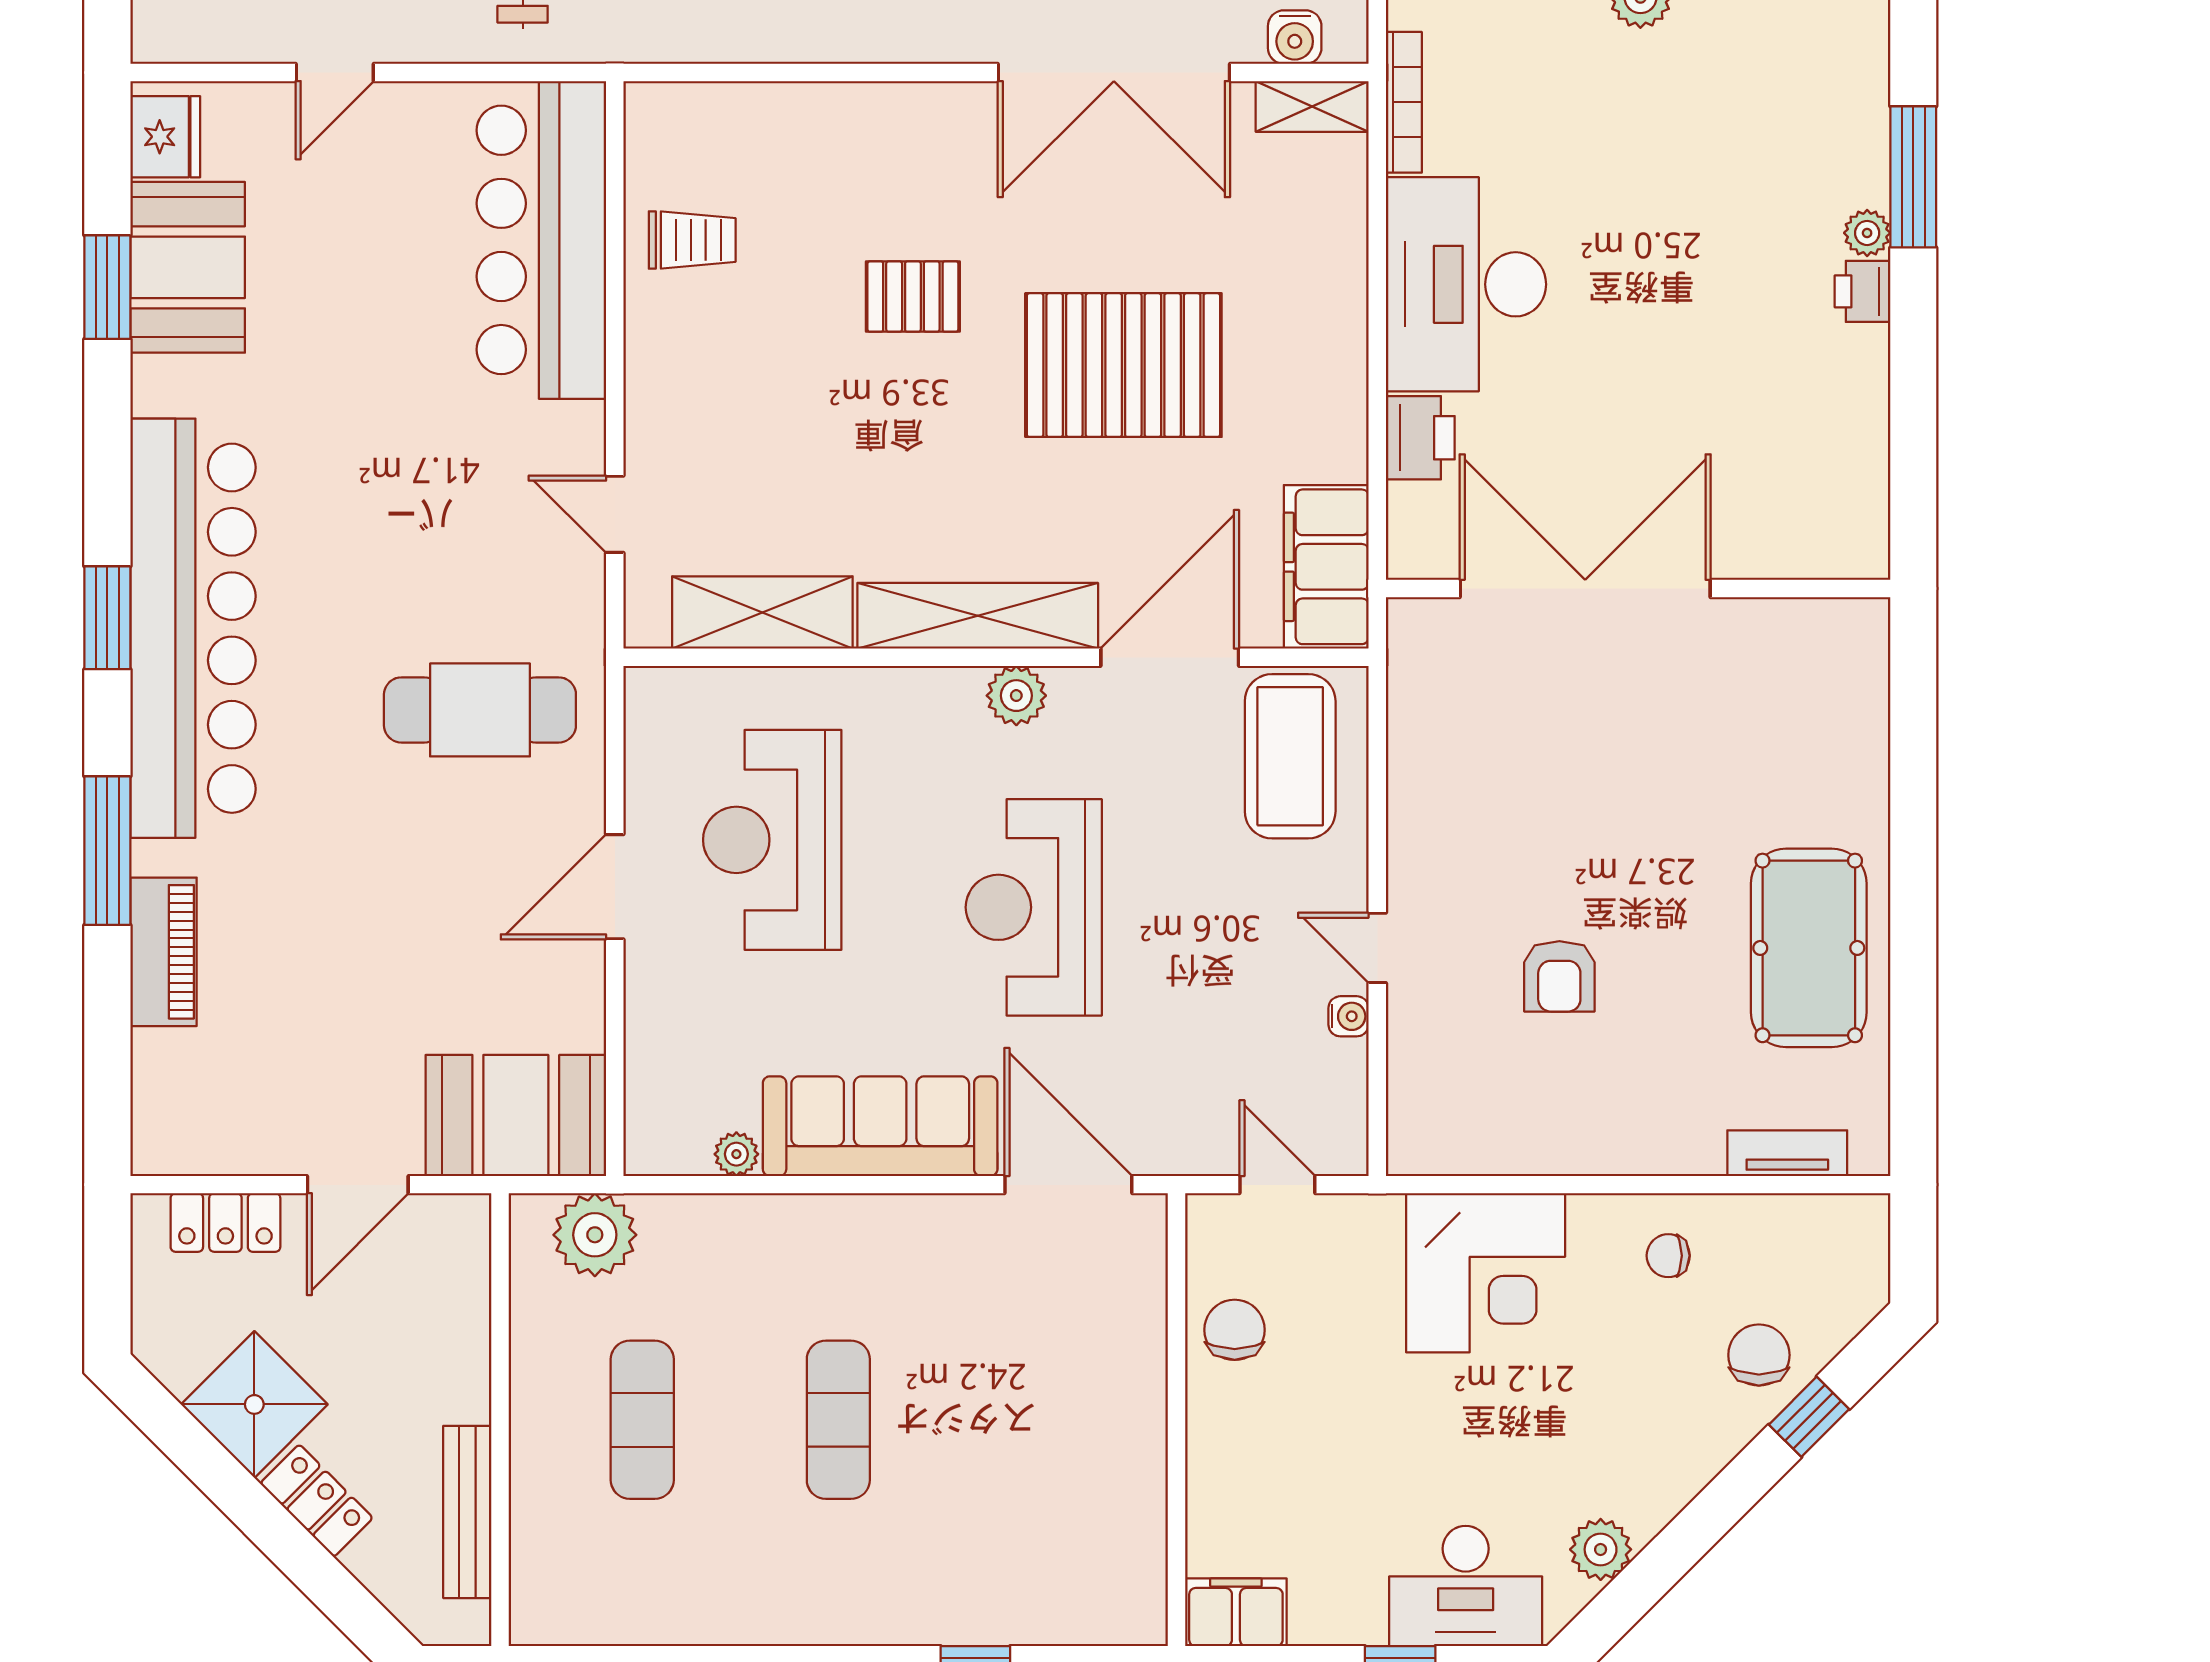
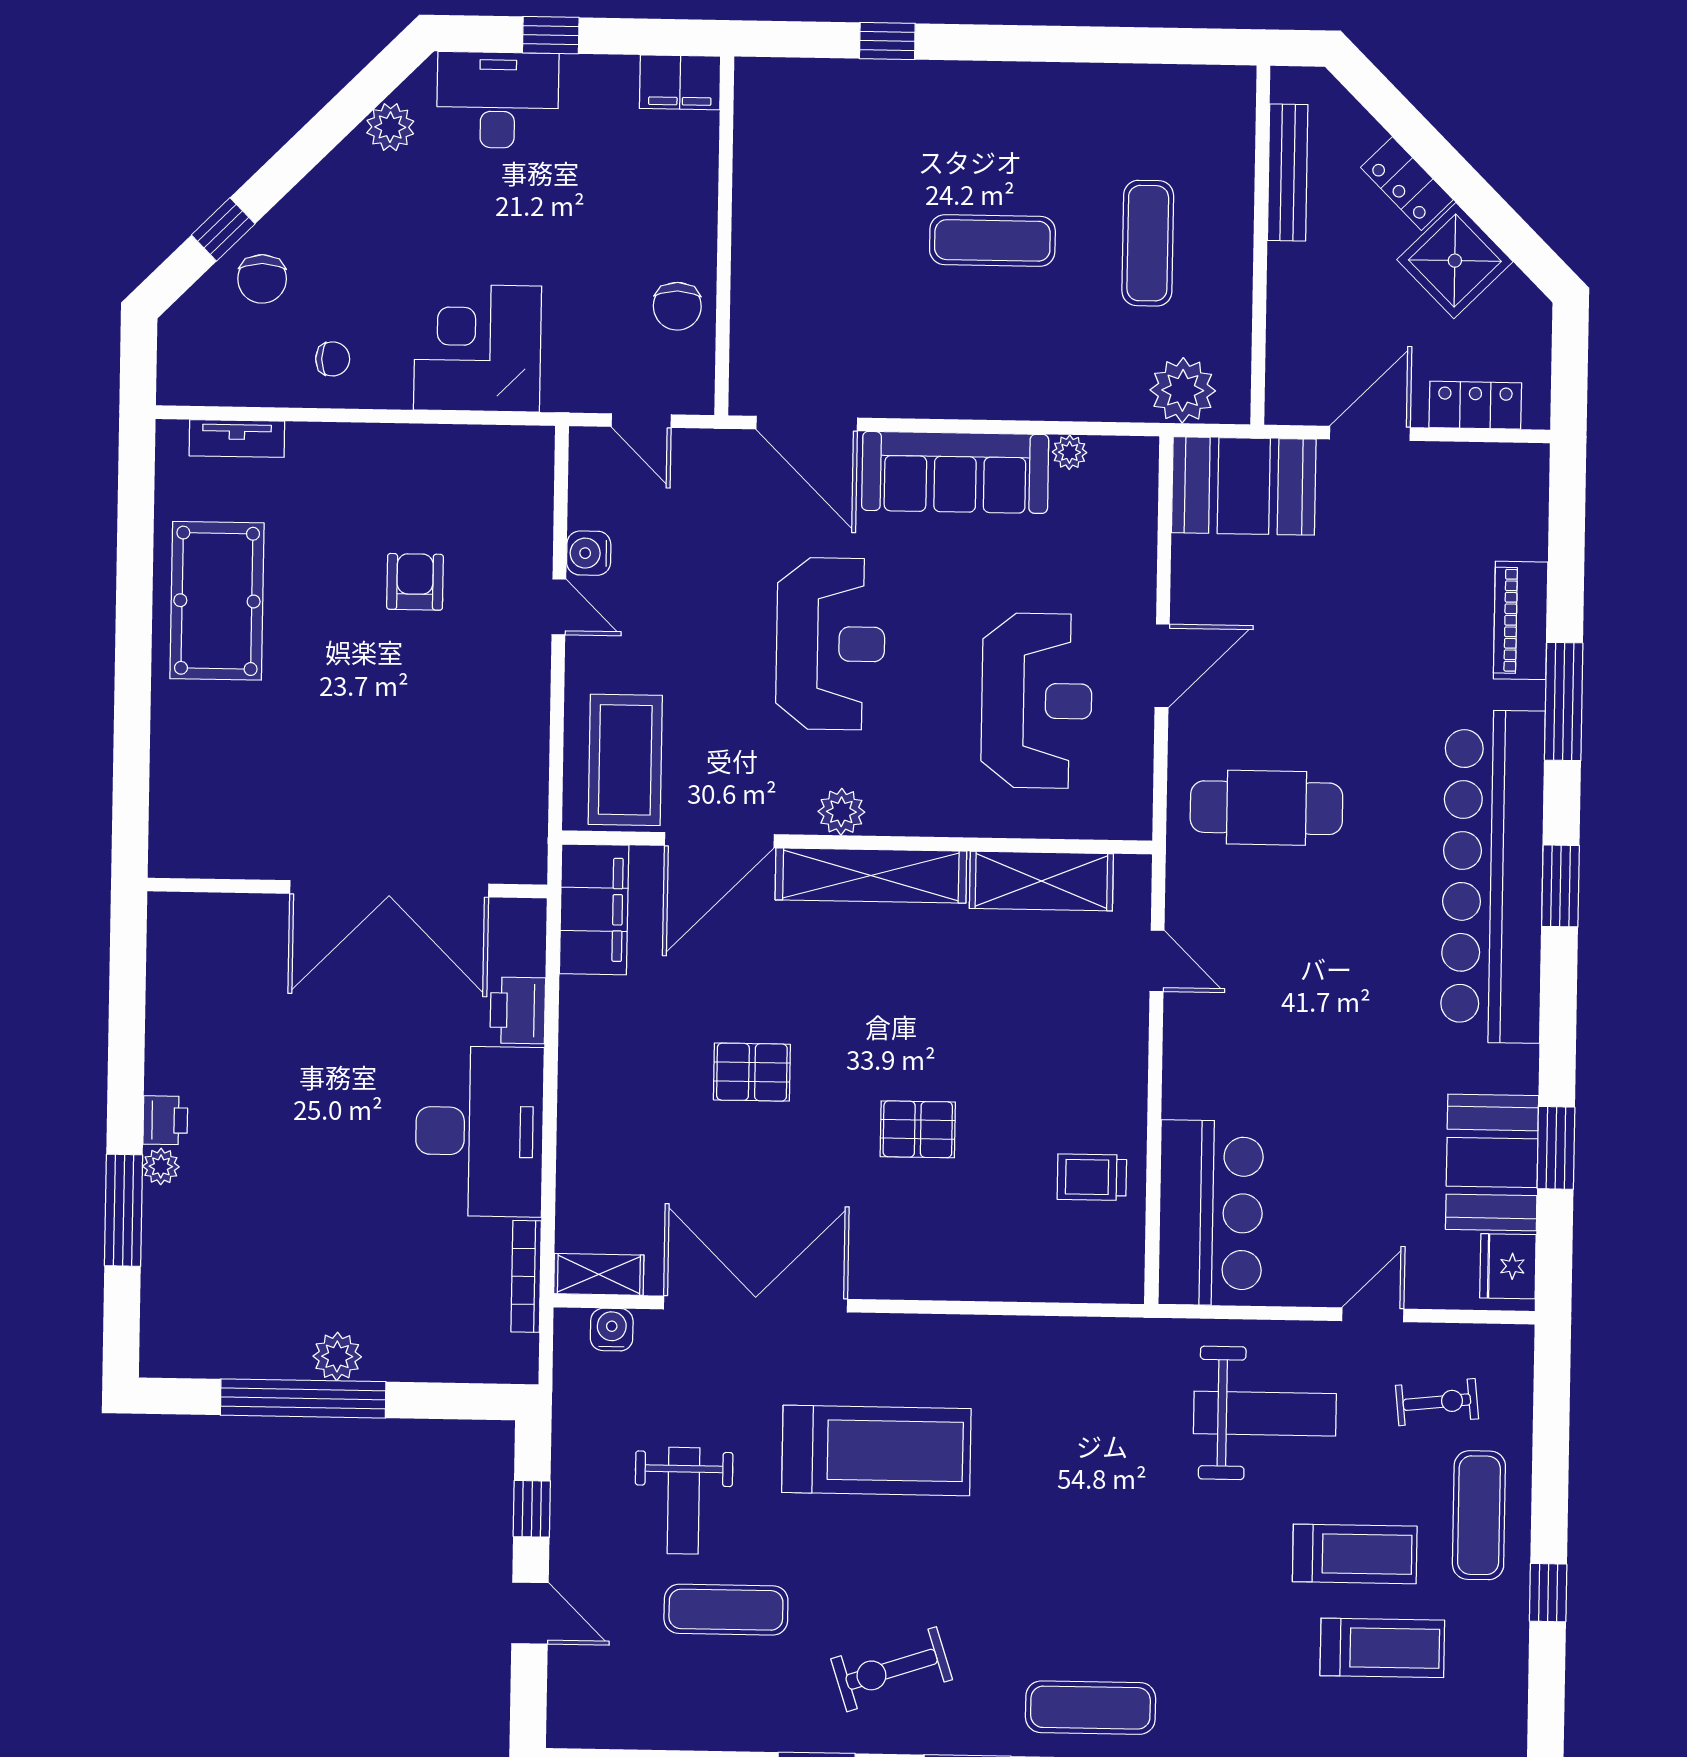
bar counter: (541, 240) -> (1211, 1213), width x0.73
pallet: (1123, 365) -> (752, 1072), width x0.49, depth x0.50
water cooler: (1349, 1016) -> (589, 553), width x1.38, depth x1.38
exercise mat: (838, 1420) -> (992, 240), turned 90

